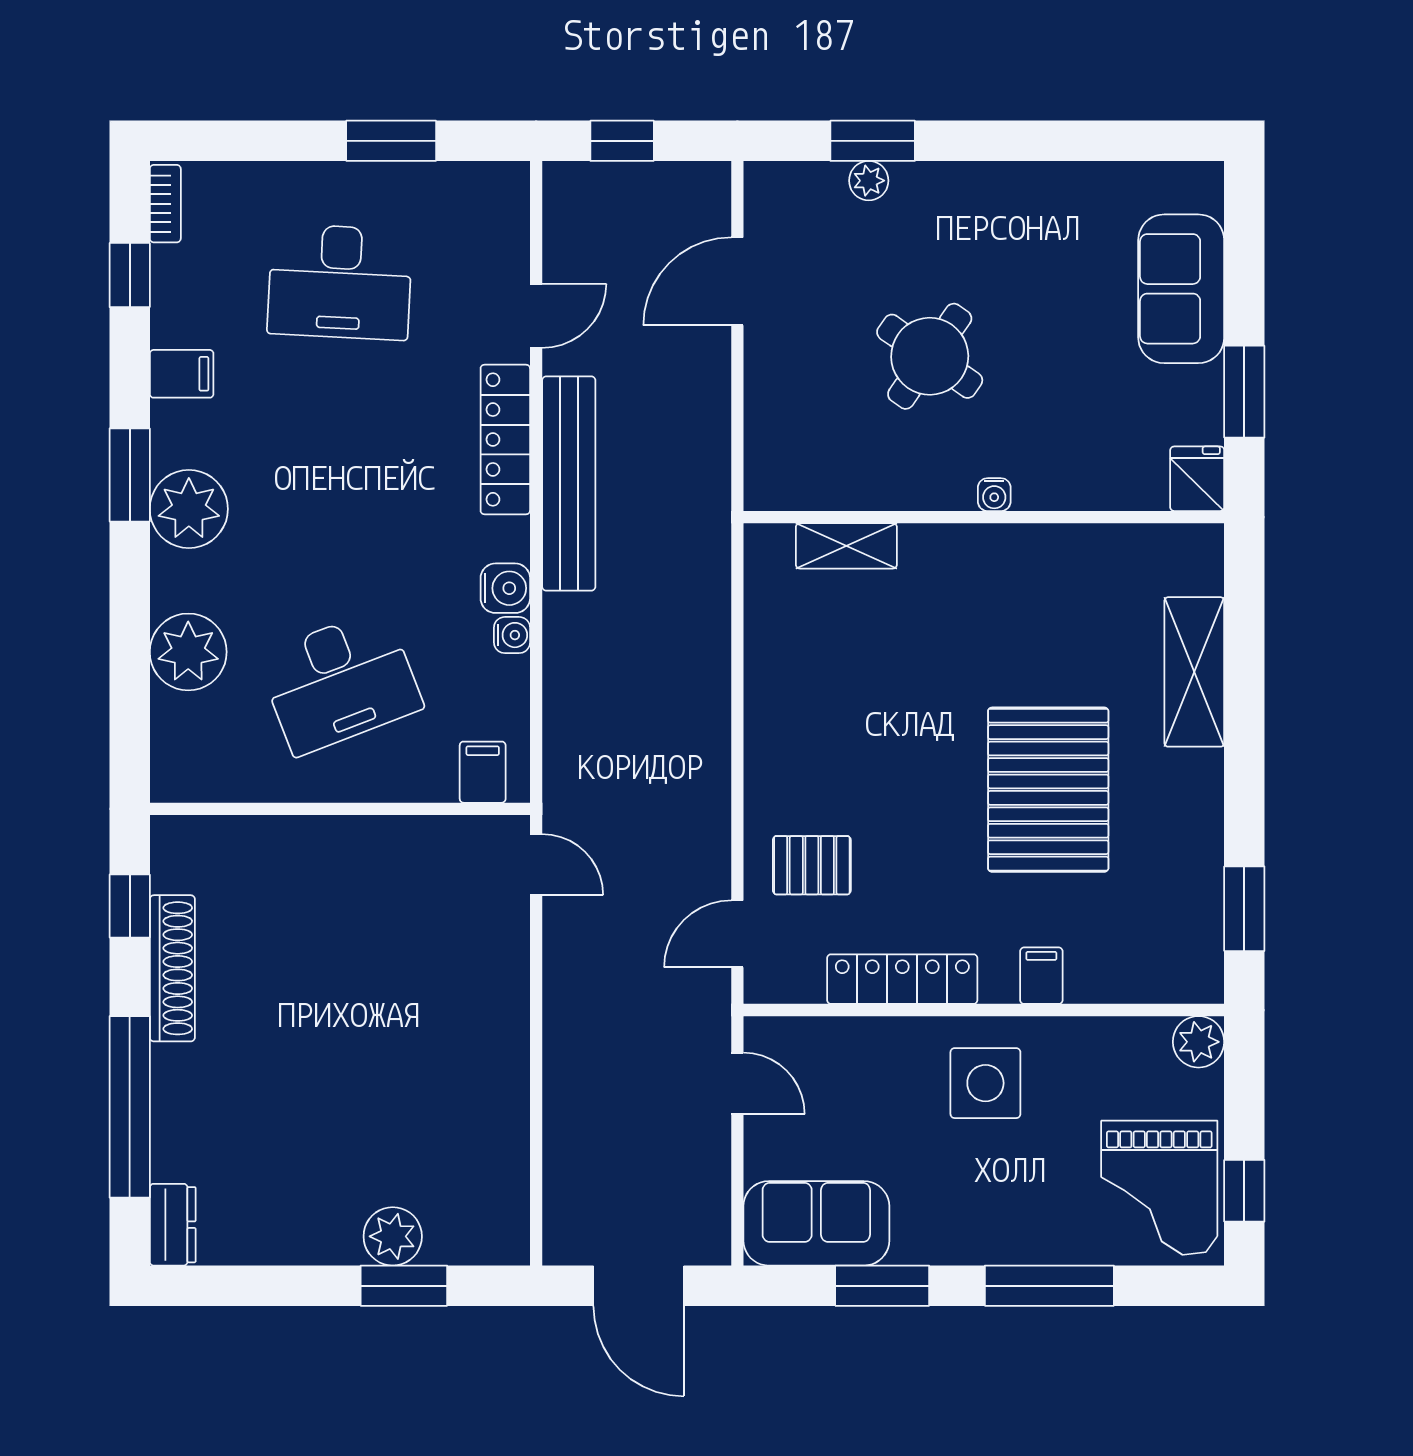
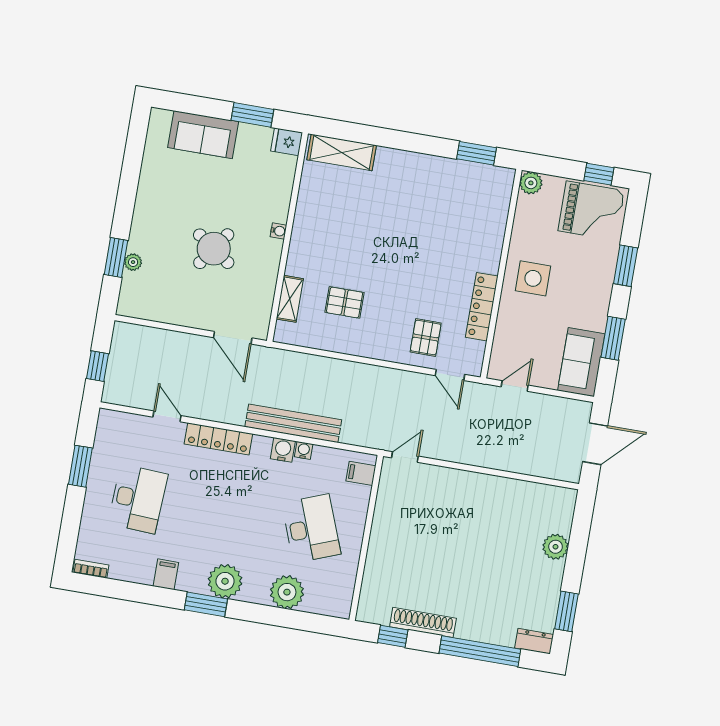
window: (130, 275) -> (119, 590), removed
door: (737, 281) -> (233, 338), moved
bench: (569, 484) -> (293, 423), moved
shelving: (1194, 672) -> (342, 152), moved
pallet: (1048, 790) -> (345, 302), moved, width x0.49, depth x0.50
filing cabinet: (1041, 976) -> (491, 246), removed
window: (404, 1286) -> (566, 611), moved
window: (1049, 1286) -> (626, 266), width x0.69

